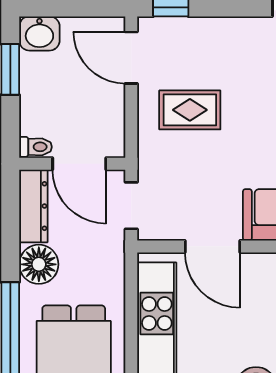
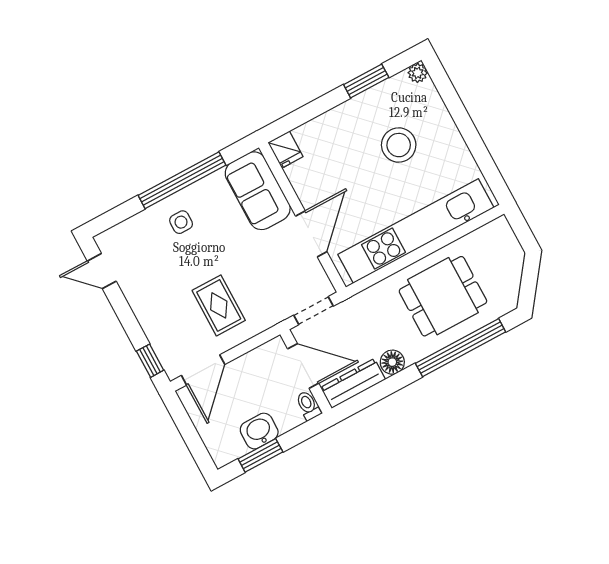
washbasin: (39, 33) -> (259, 431), moved, turned -90
door: (79, 164) -> (303, 366), hinge flipped
floor lamp: (39, 264) -> (392, 362), width x0.73, depth x0.73

